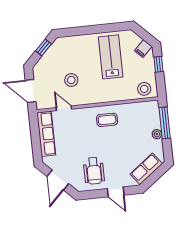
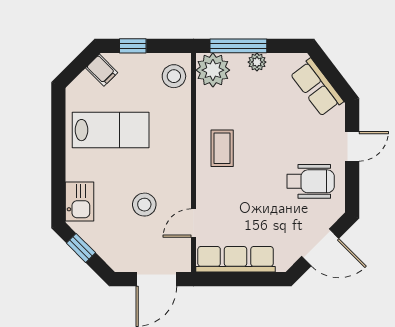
kitchen sink: (69, 44) -> (79, 201), added
lab bench: (111, 57) -> (111, 130), turned 180
plant: (150, 110) -> (213, 70), added

